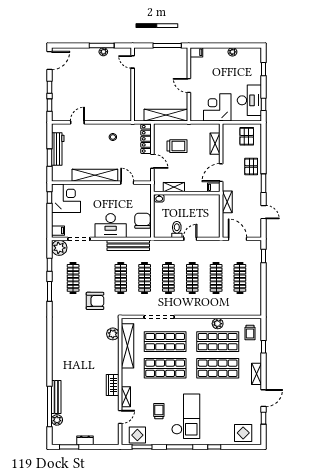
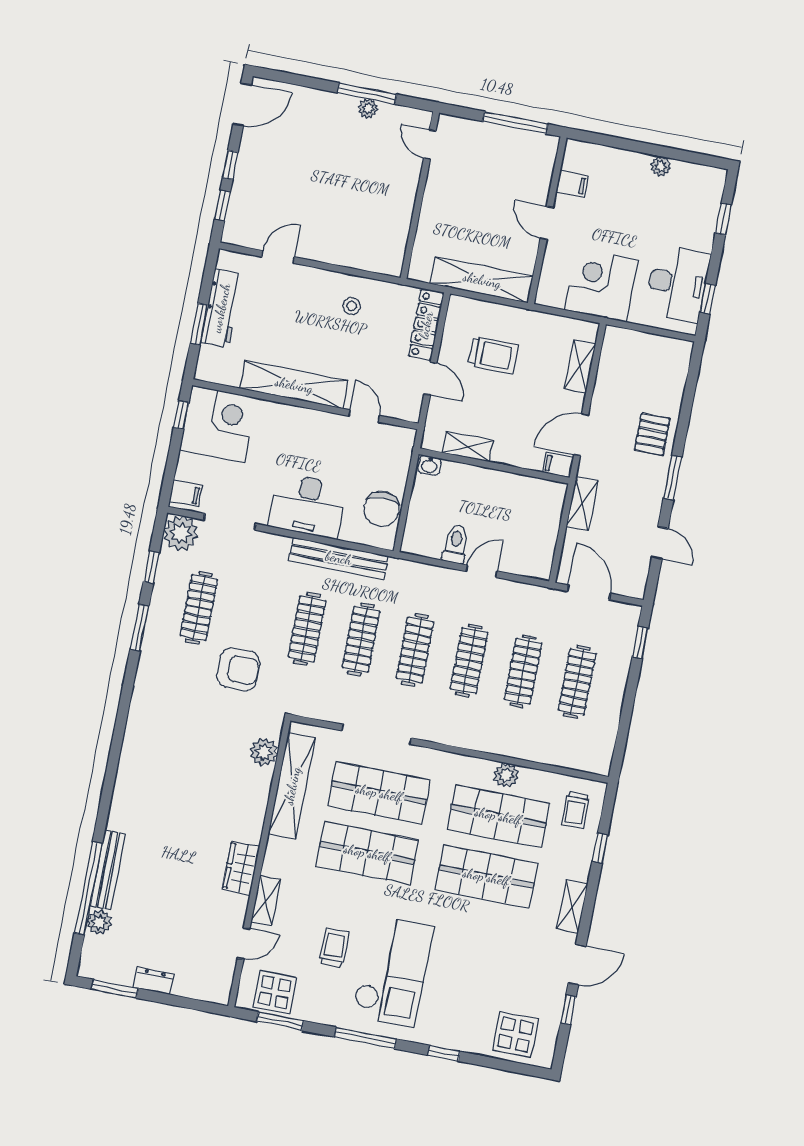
filing cabinet: (196, 52) -> (572, 184), moved
pallet: (247, 136) -> (655, 364), removed
chair: (142, 221) -> (382, 509), turned 180

